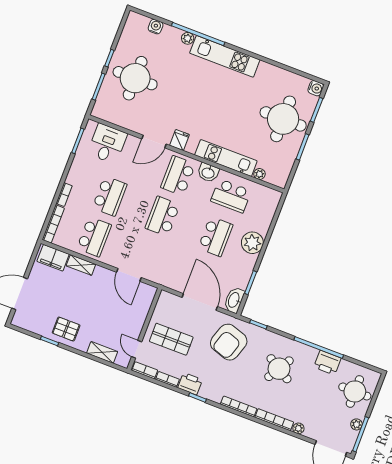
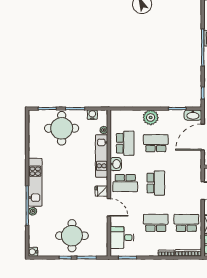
water cooler: (156, 27) -> (33, 252), moved
water cooler: (316, 88) -> (92, 115), moved
school desk: (163, 216) -> (156, 183), turned -90

